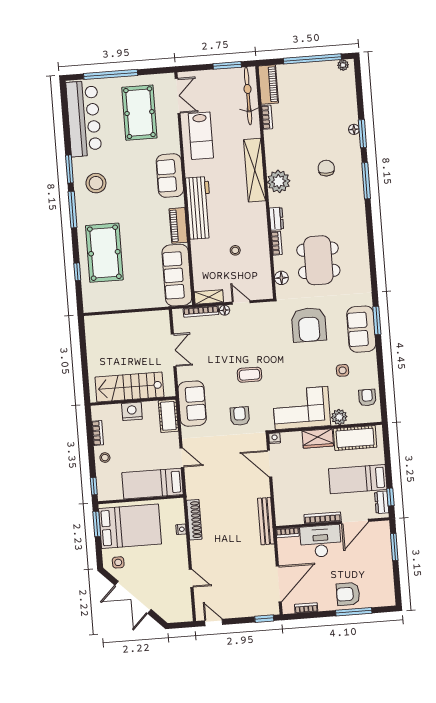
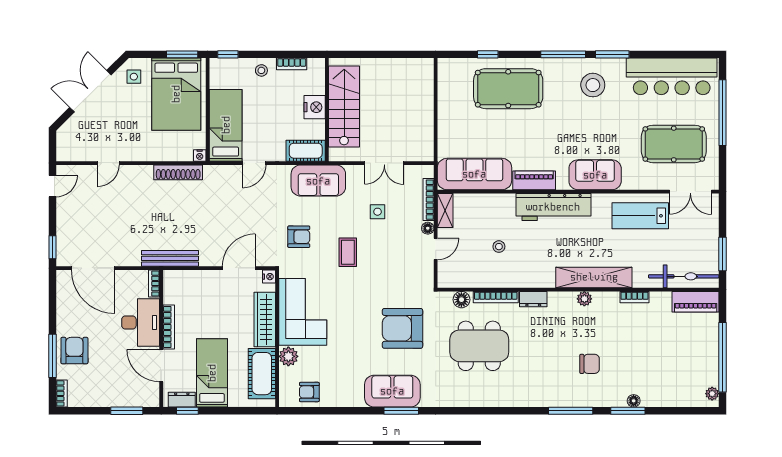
bookcase: (267, 117) -> (634, 297), moved
plant: (279, 181) -> (584, 299), width x0.53, depth x0.53
bookcase: (277, 243) -> (496, 297), width x1.56
side table: (343, 370) -> (378, 212), moved
armchair: (367, 398) -> (309, 392), turned 180
wardrobe: (318, 438) -> (265, 320), width x1.50
nightstand: (181, 529) -> (200, 155), moved
bookcase: (306, 608) -> (62, 393), moved

